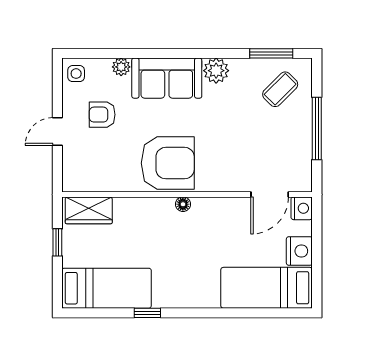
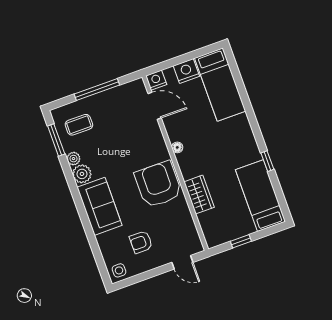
plant: (121, 67) -> (73, 159), moved
coffee table: (280, 89) -> (79, 125), turned -45
armchair: (102, 115) -> (141, 242), turned 90
door: (57, 132) -> (182, 262), moved
floor lamp: (183, 204) -> (177, 147), moved
wardrobe: (89, 210) -> (199, 195), moved

